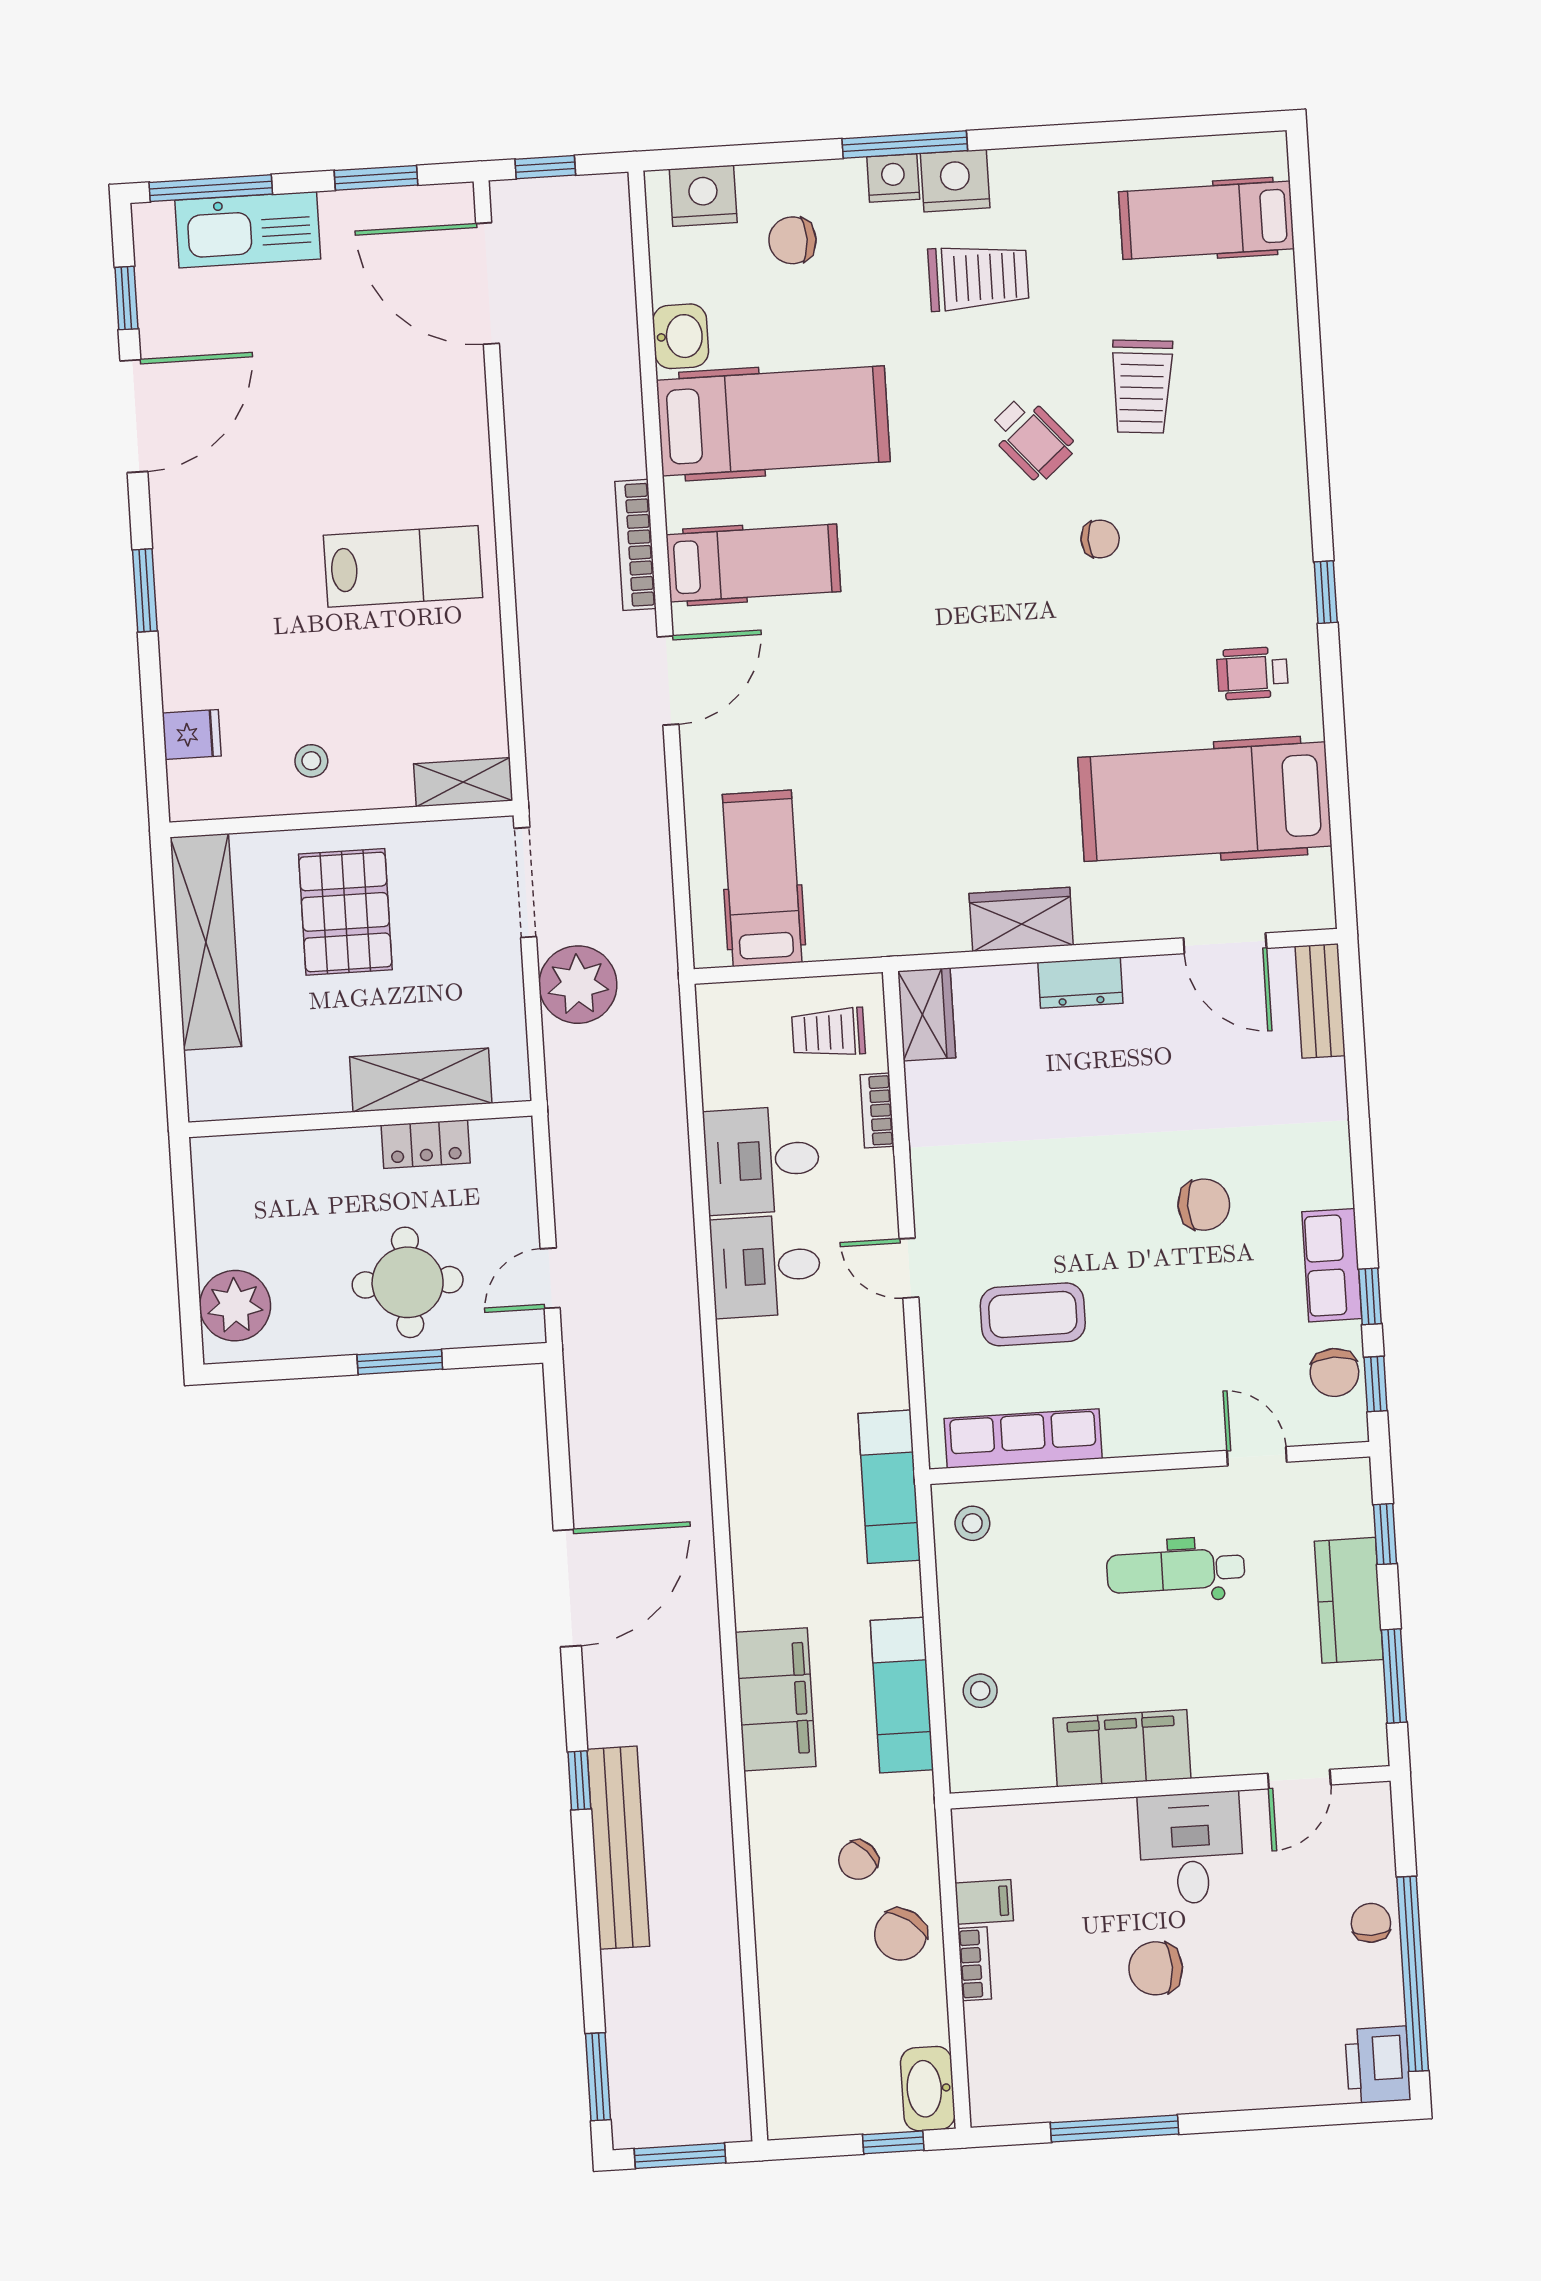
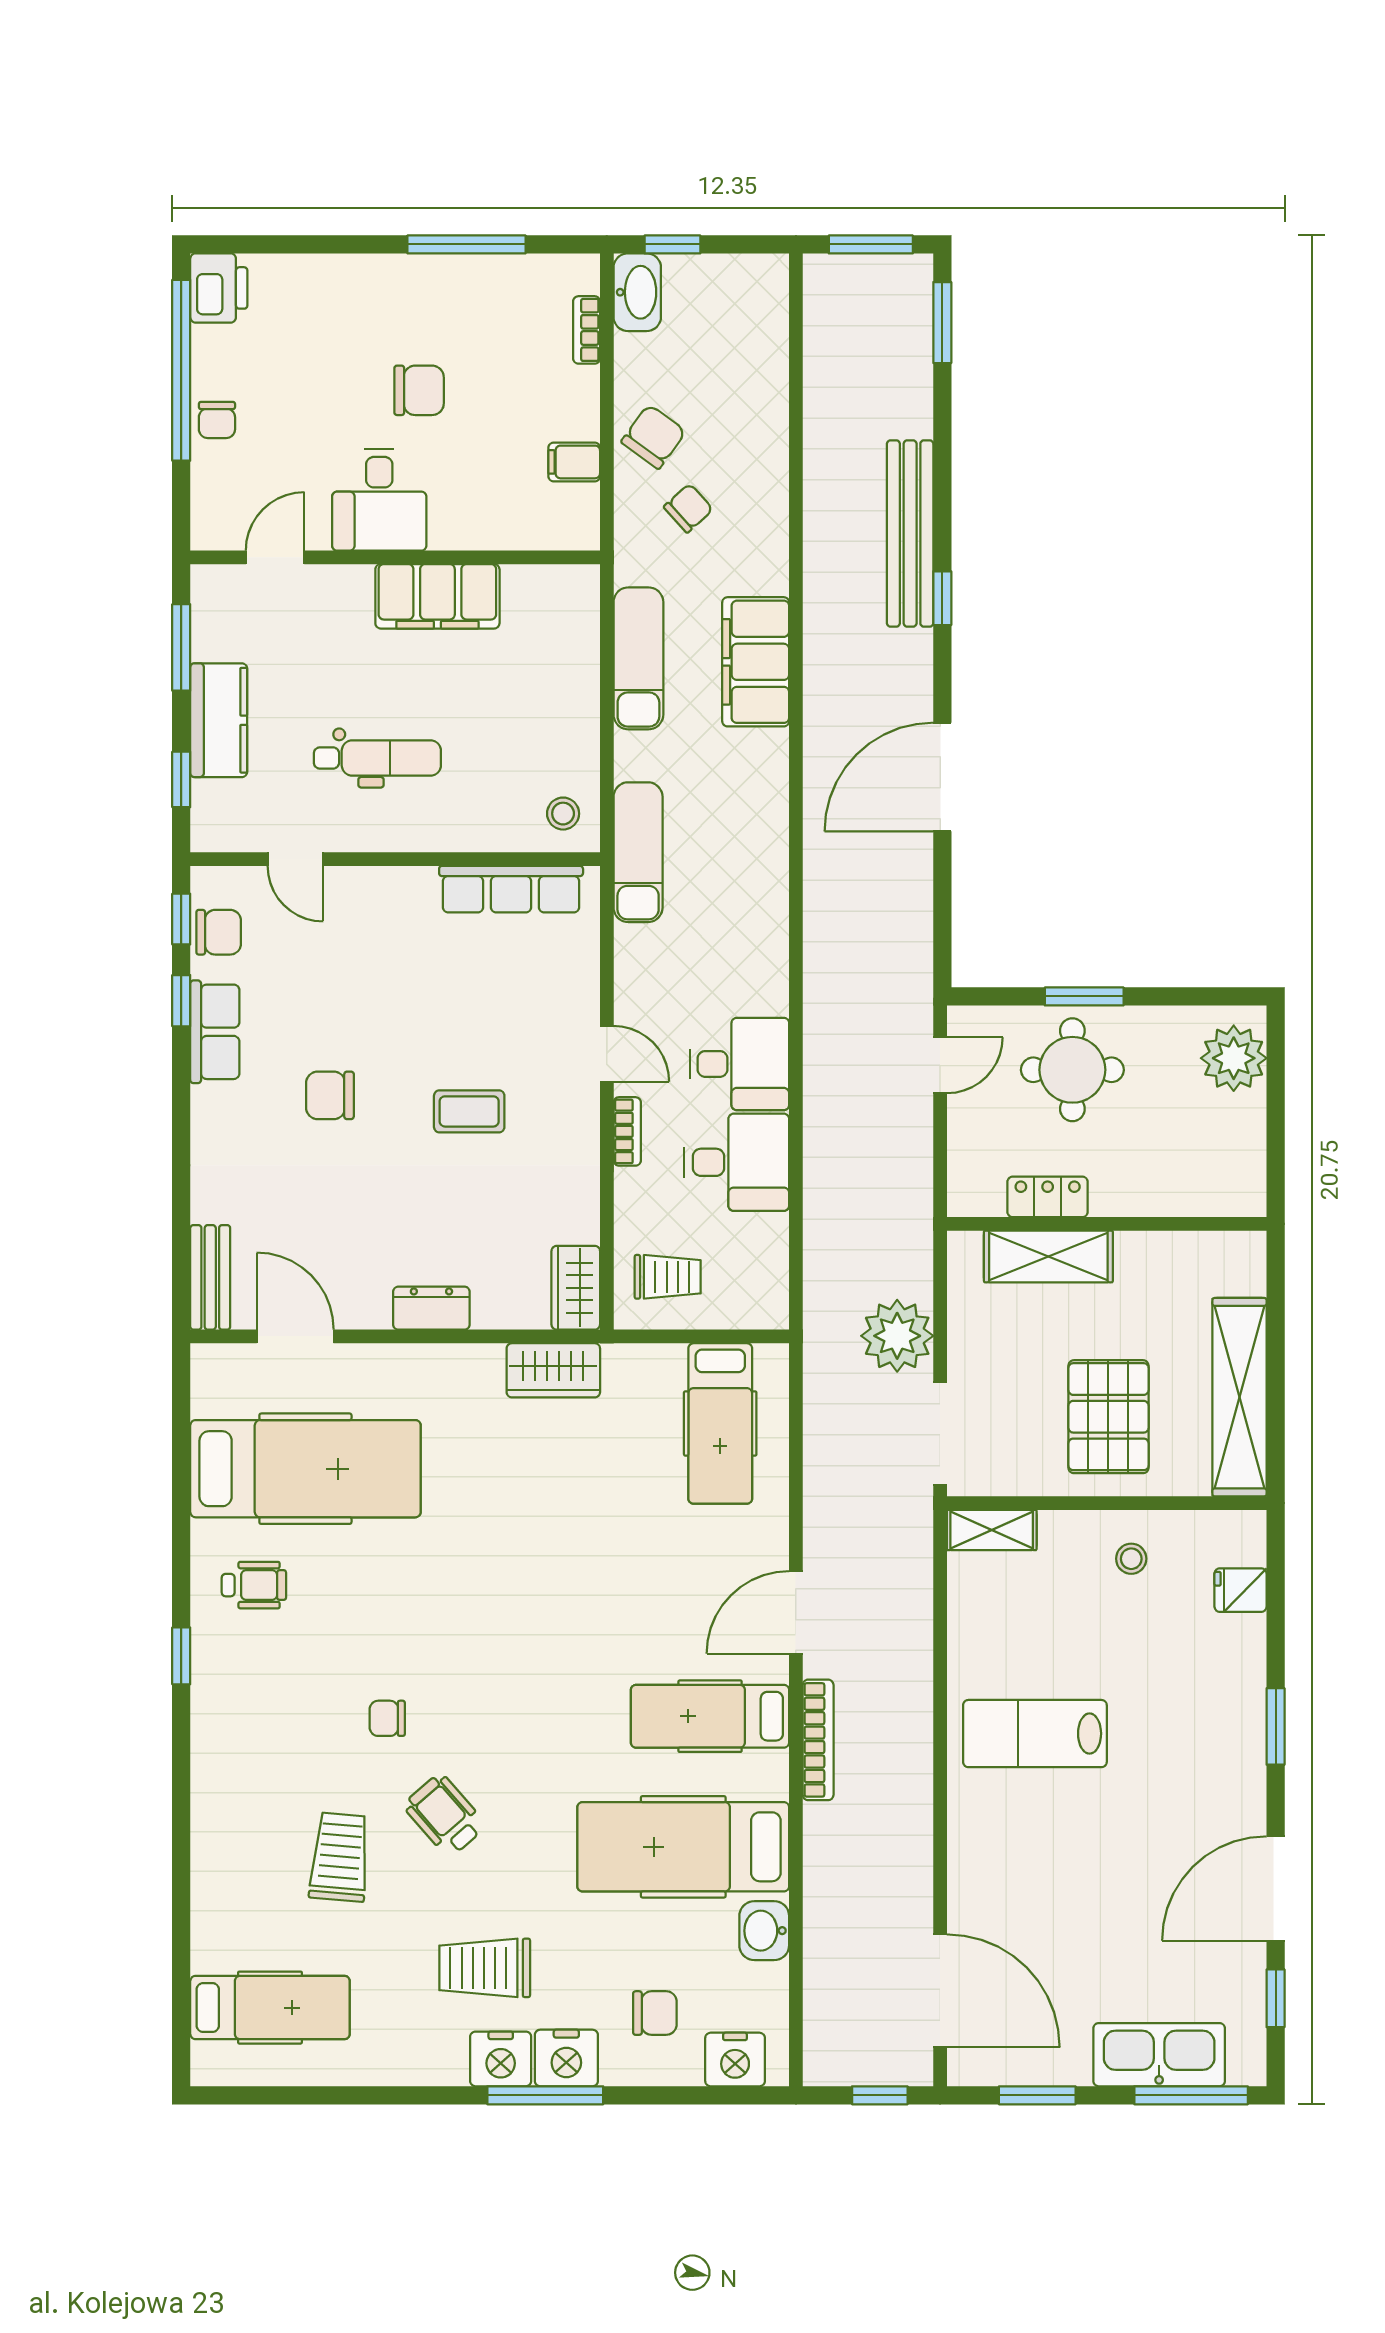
nightstand: (893, 178) -> (566, 2058), width x1.36, depth x1.33
wardrobe: (1021, 919) -> (553, 1370), moved
bookcase: (877, 1111) -> (627, 1131), moved
coffee table: (1033, 1314) -> (469, 1111), moved, width x0.73, depth x0.77
chair: (1334, 1372) -> (219, 932), turned 90
stool: (980, 1691) -> (566, 658), removed
bookcase: (975, 1964) -> (587, 330), moved

